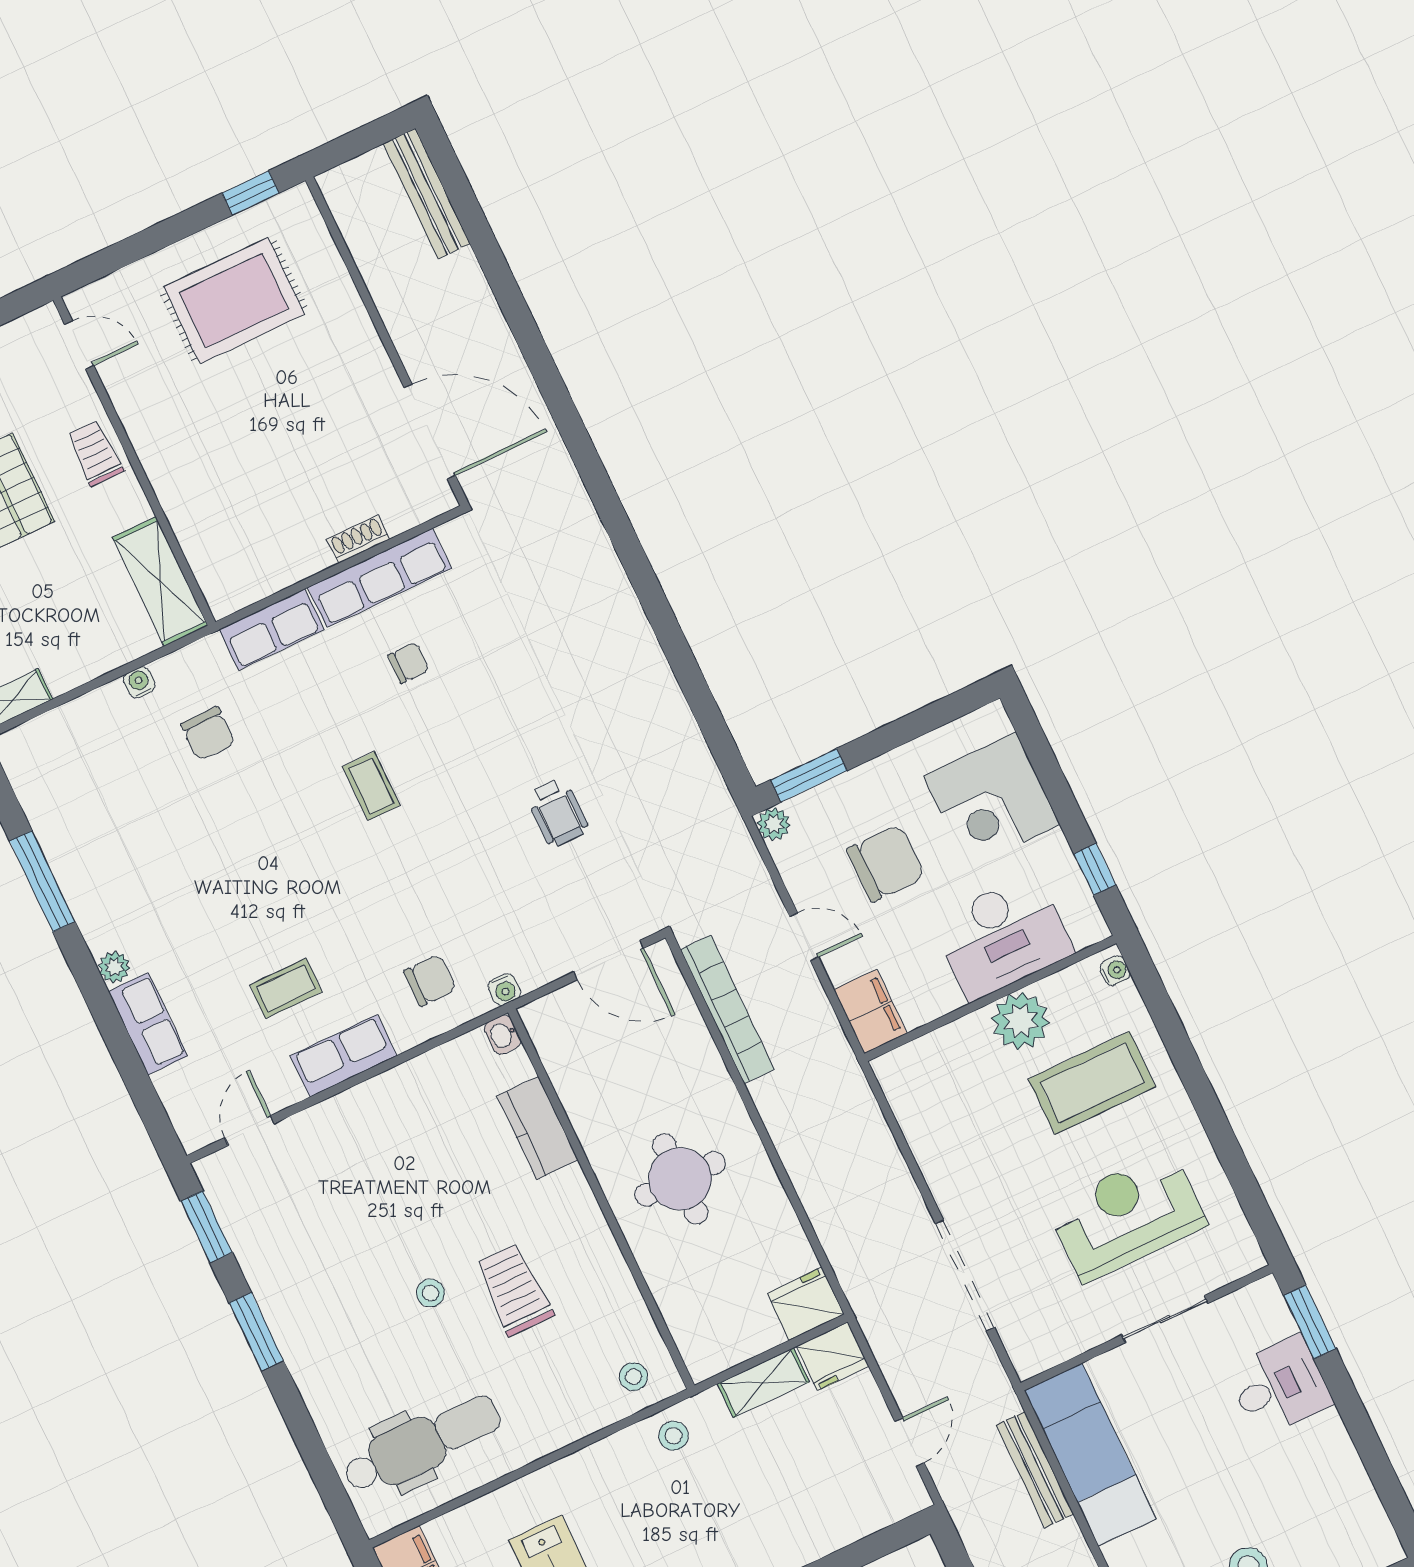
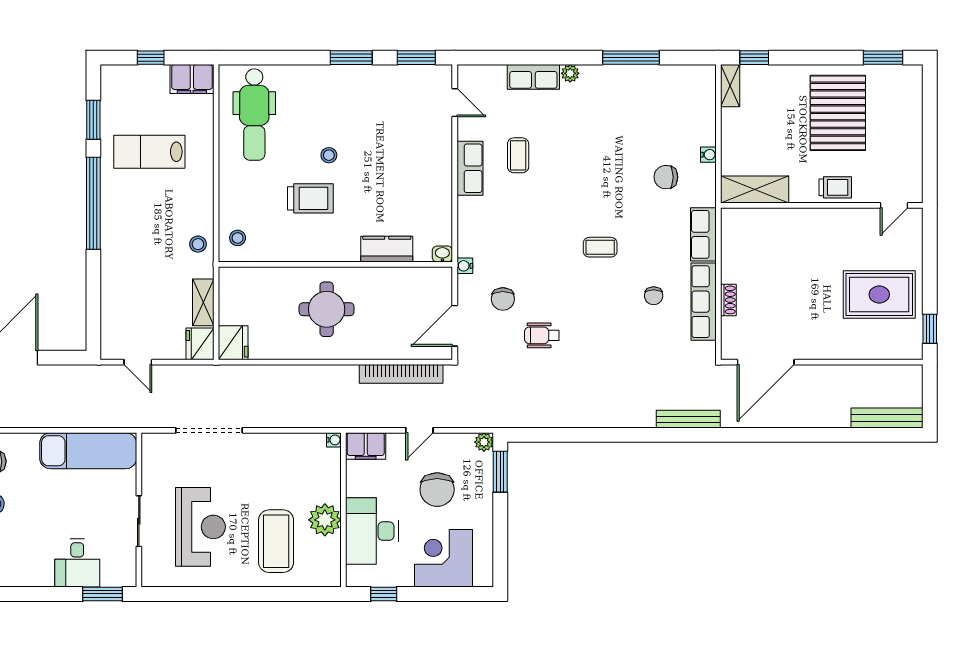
rug: (234, 301) -> (879, 294), turned 90
water cooler: (1115, 971) -> (334, 440), moved, turned -90
chair: (430, 980) -> (503, 299), moved
bench: (1035, 1470) -> (688, 419), moved

